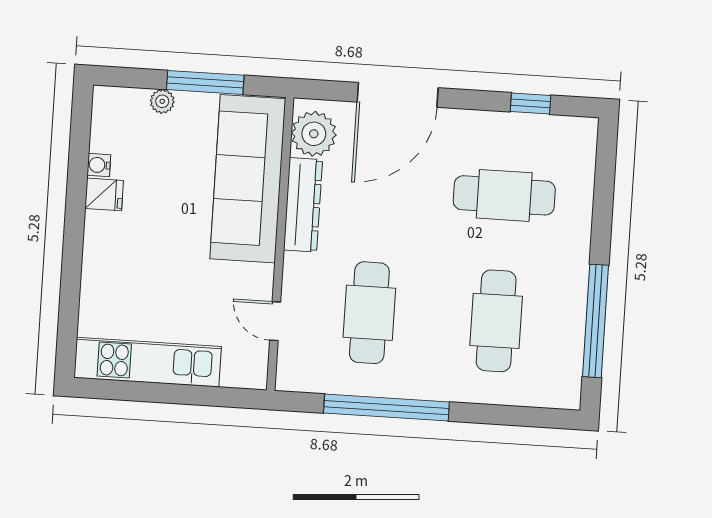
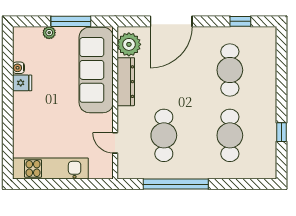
cafe table: (504, 195) -> (230, 70), turned 90
window: (595, 321) -> (281, 132), width x0.32

